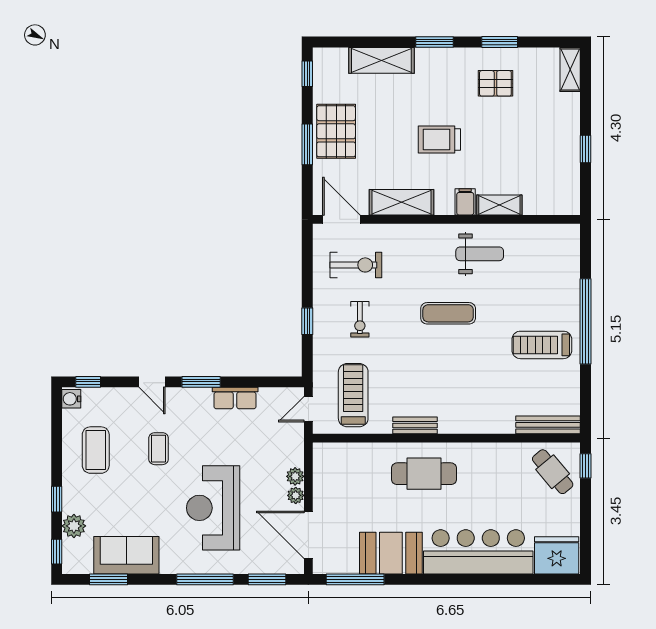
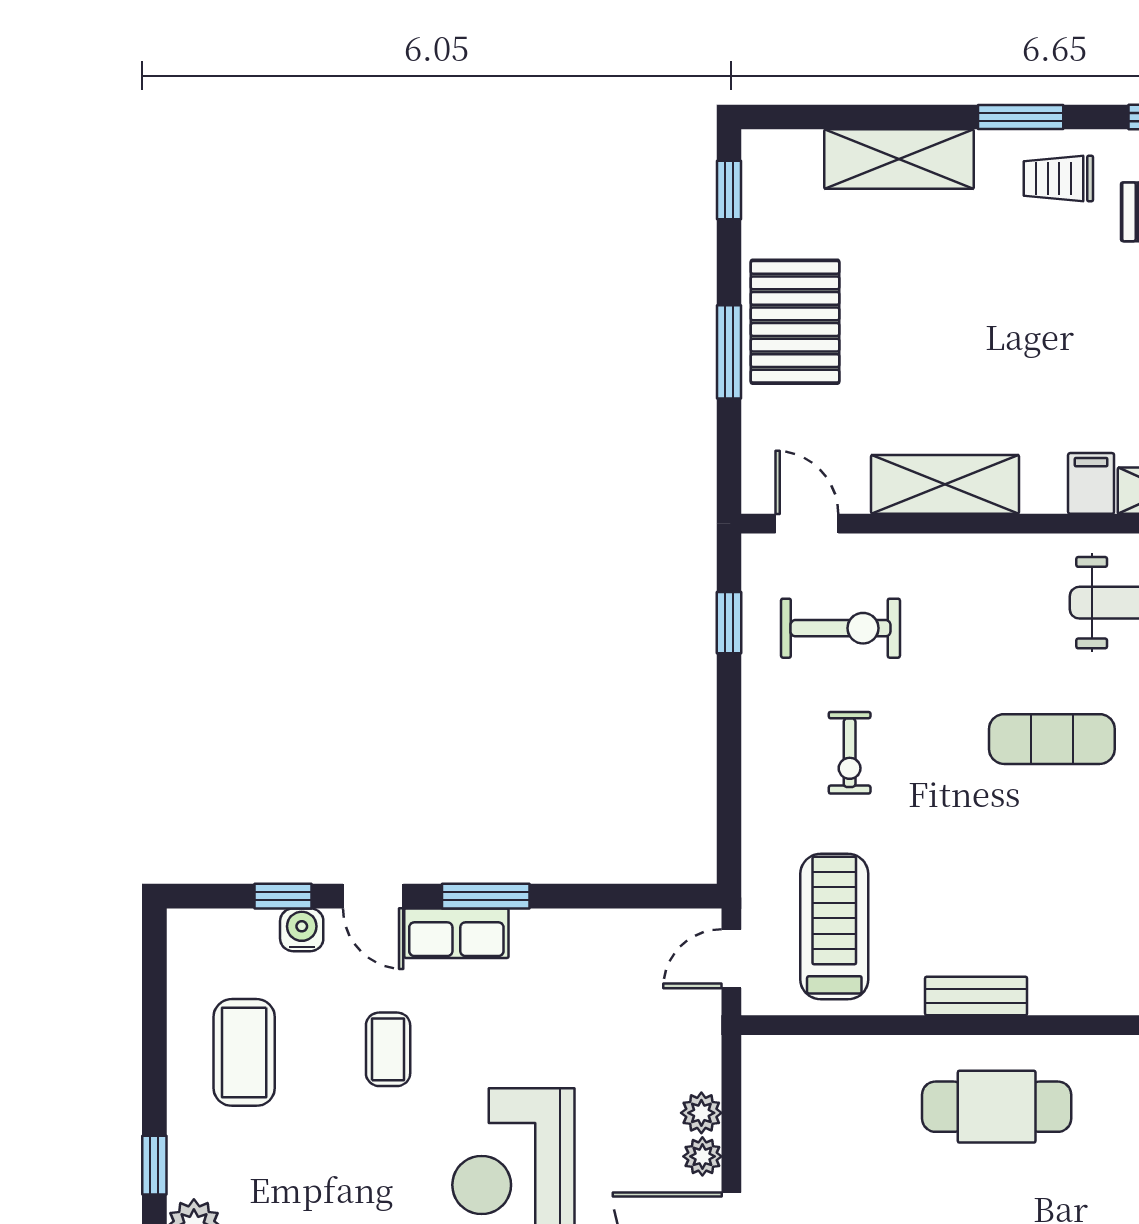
trolley: (439, 139) -> (1058, 178), moved, width x0.73, depth x0.72
door: (341, 219) -> (807, 524), width x0.73
window: (307, 321) -> (729, 623), moved
window: (88, 382) -> (283, 896), moved
row of seats: (235, 398) -> (456, 933), moved
water cooler: (71, 399) -> (302, 930), moved, turned 90

